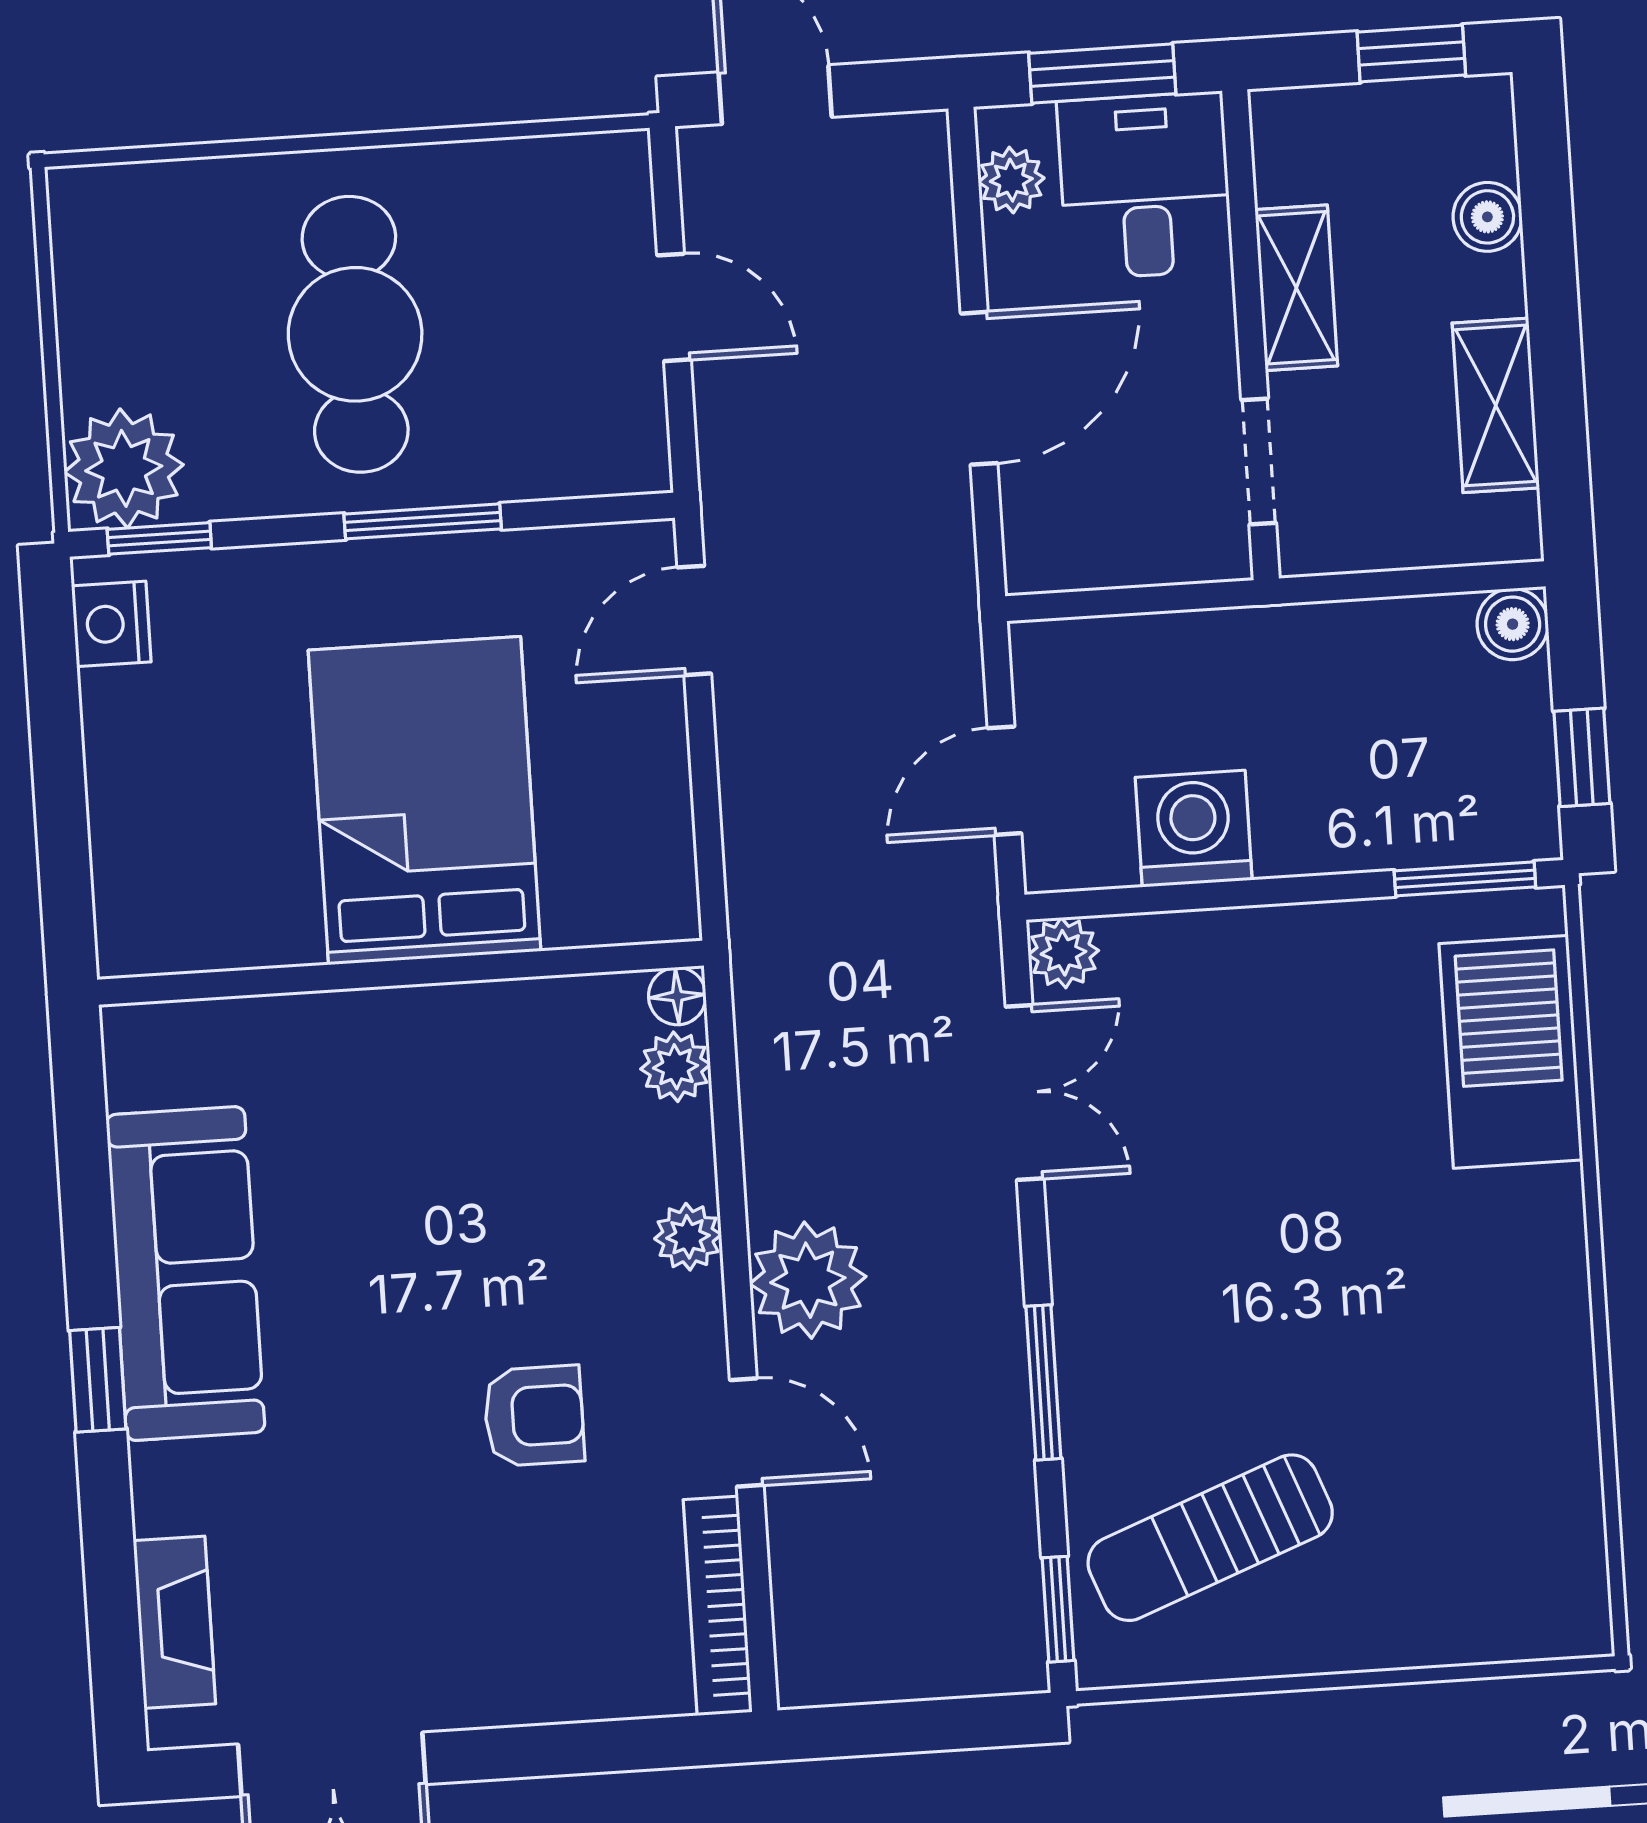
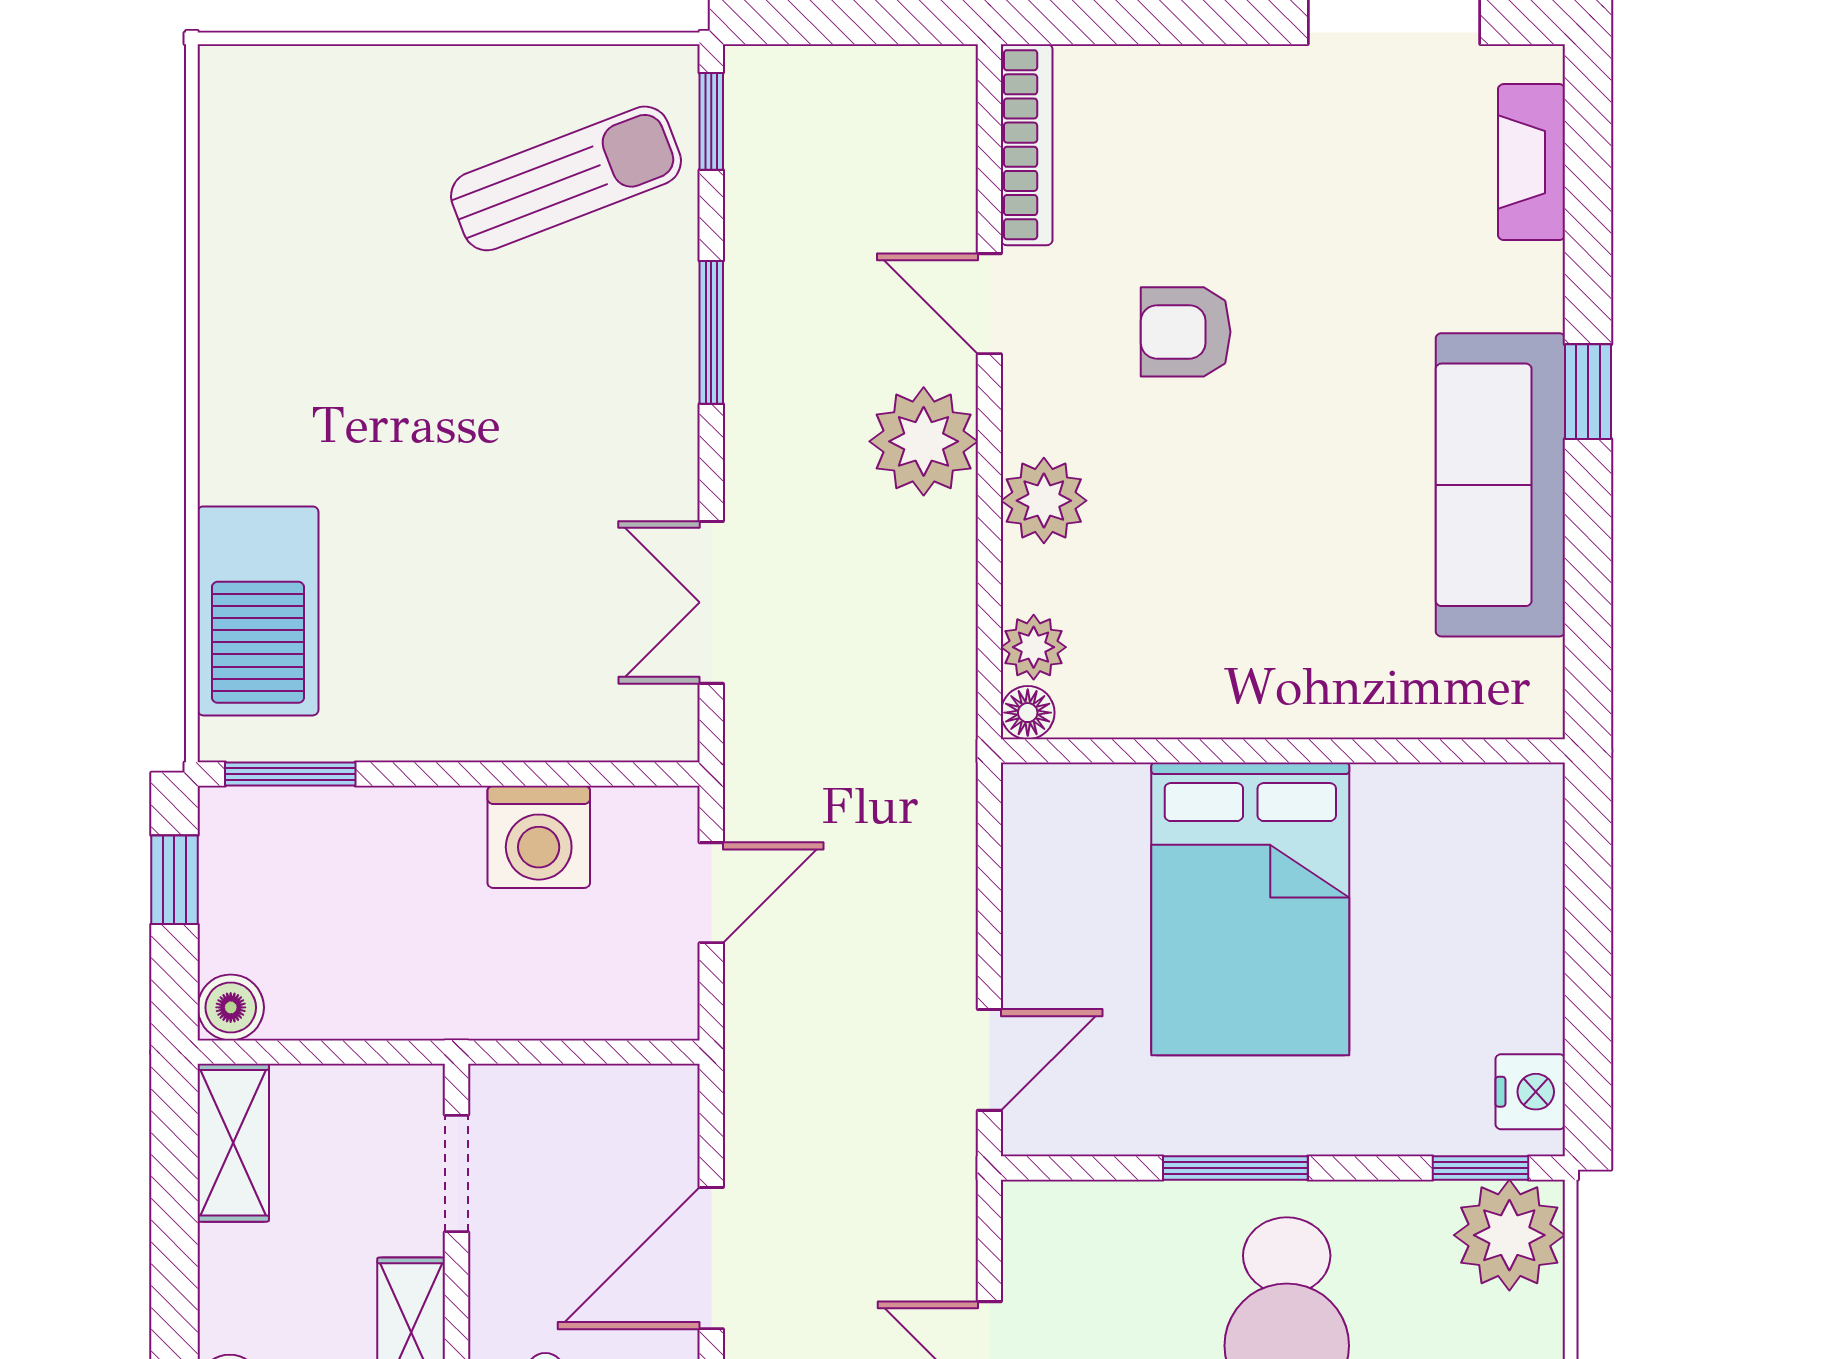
shelving: (1496, 405) -> (233, 1143), moved
plant: (1063, 953) -> (667, 730), removed
plant: (688, 1237) -> (1044, 501), width x1.38, depth x1.38

